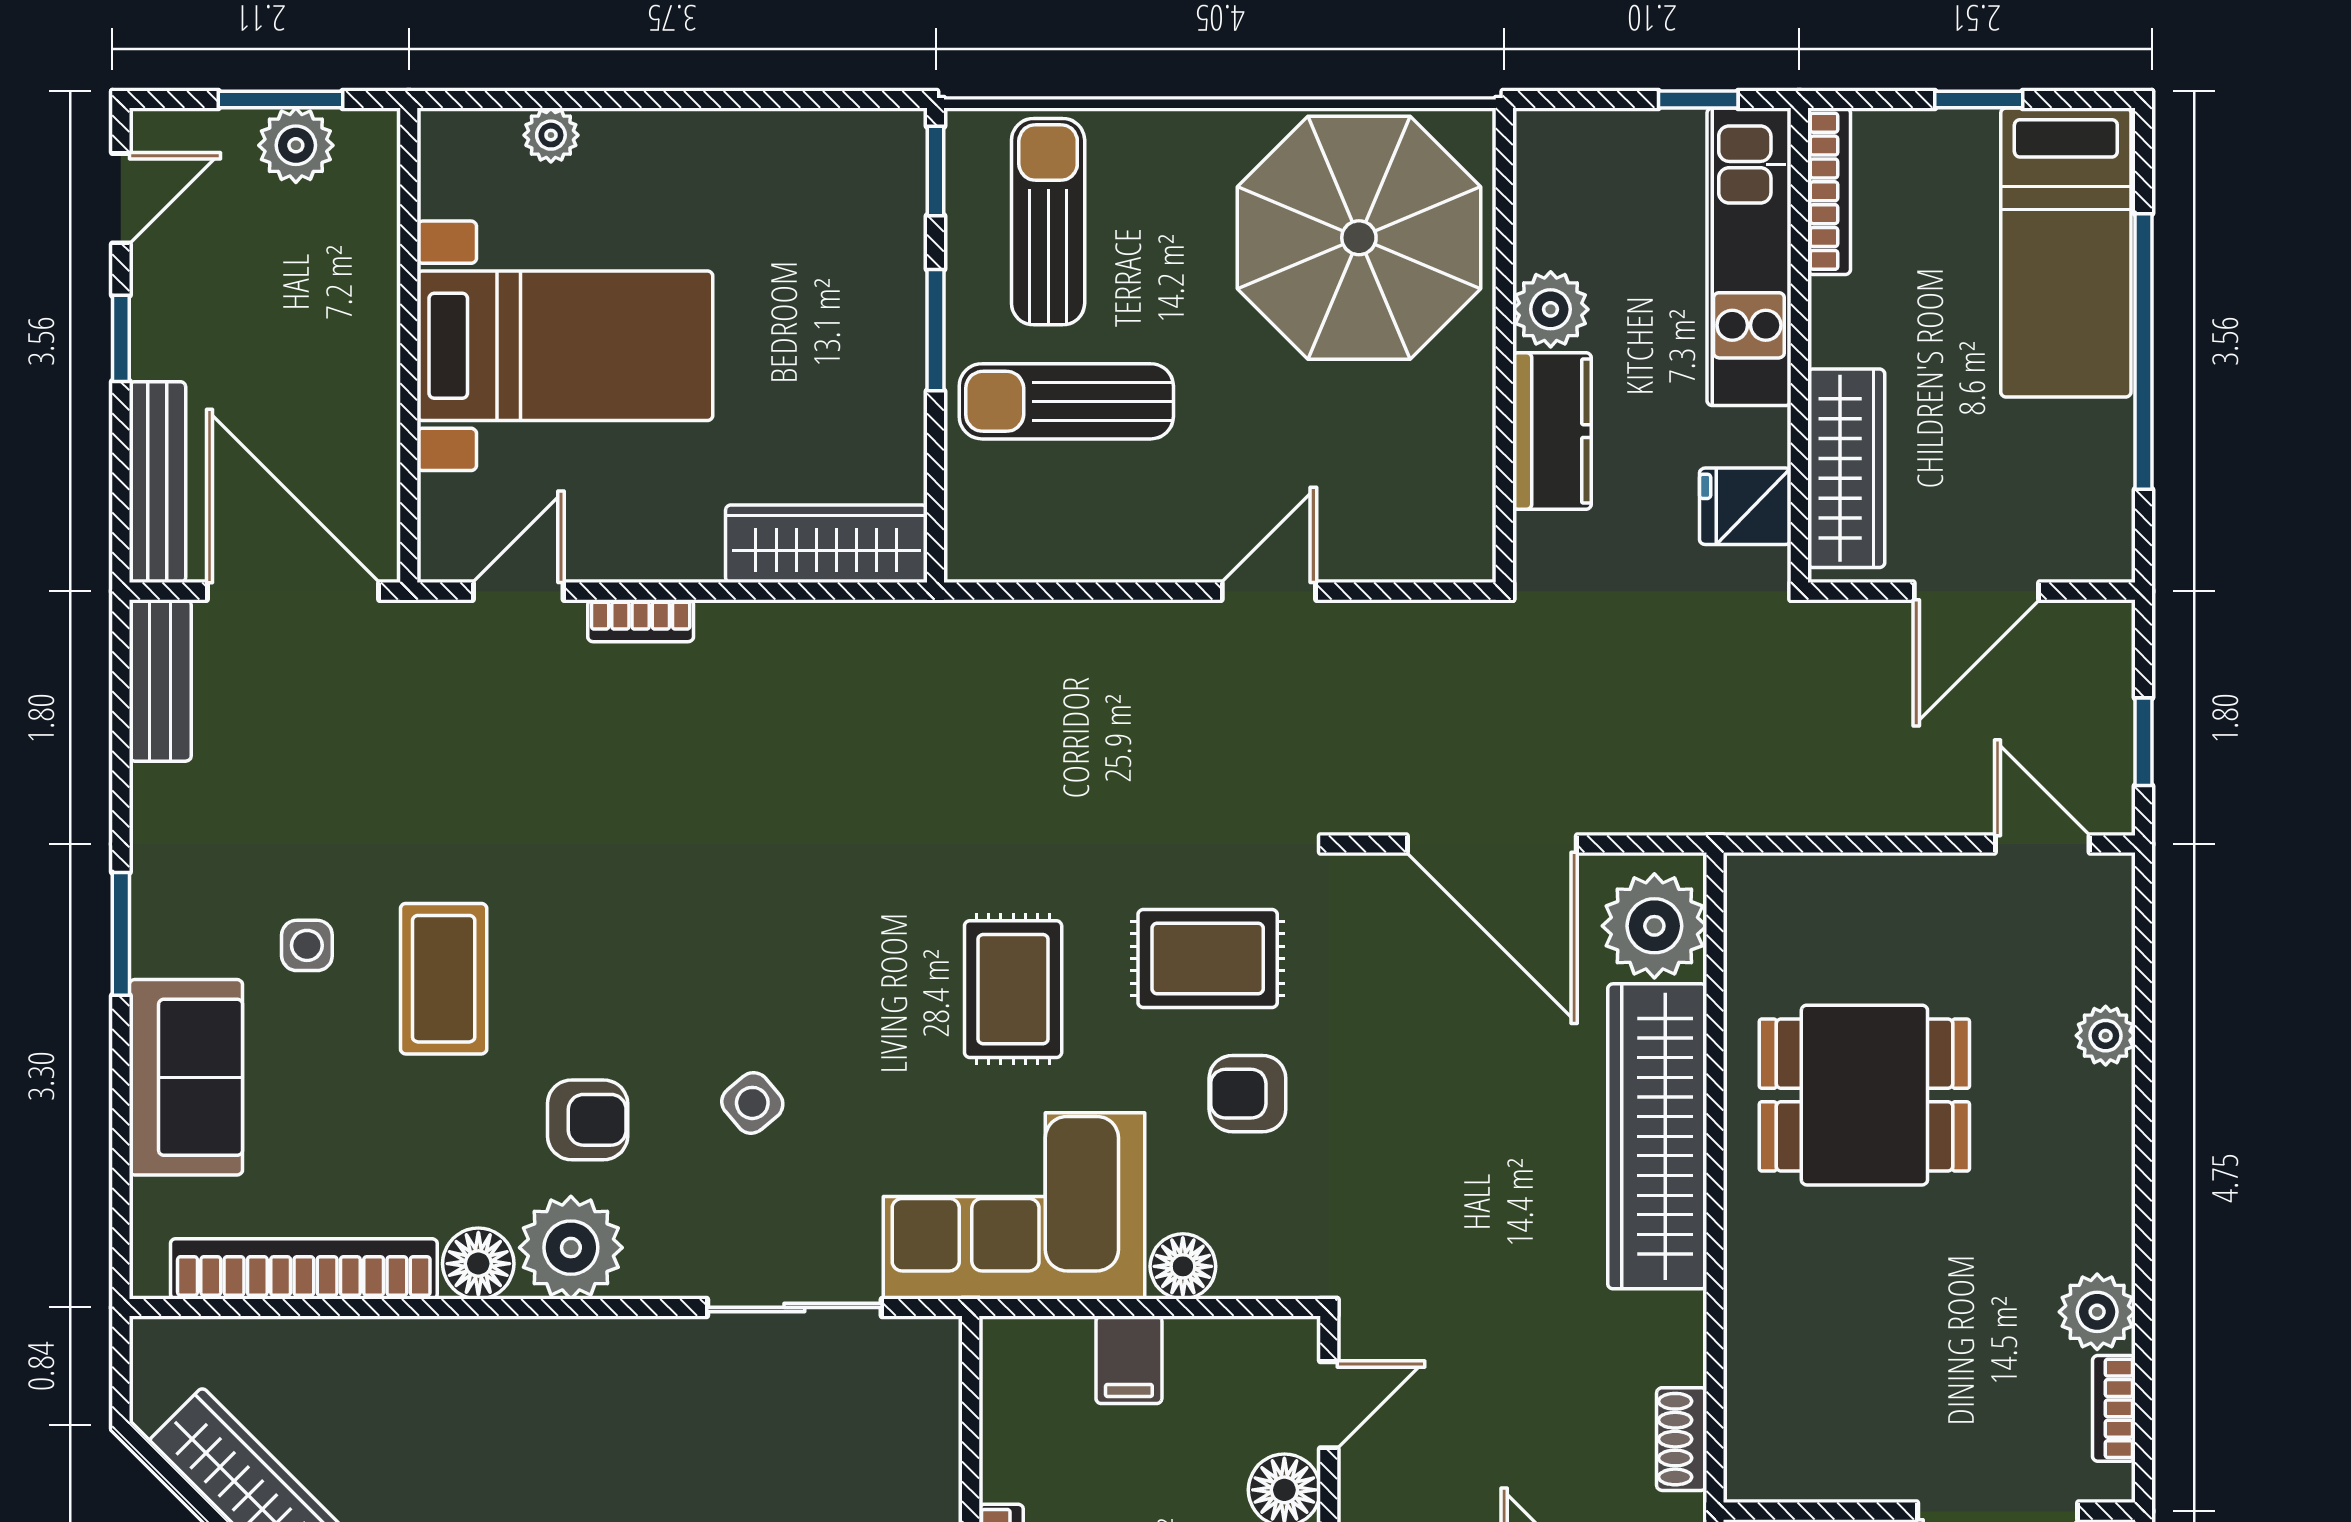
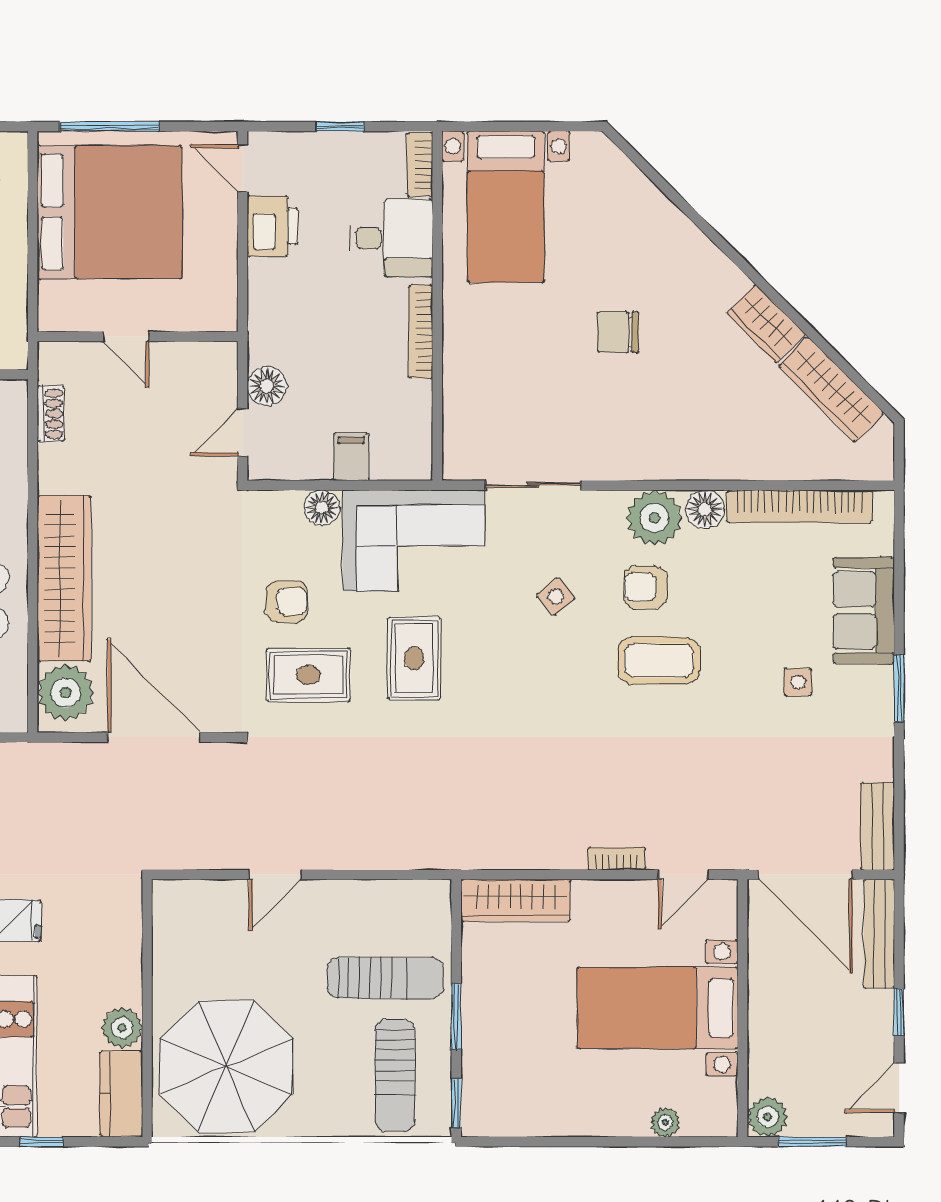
plant: (296, 145) -> (768, 1117), moved
kitchen counter: (1552, 431) -> (121, 1094), moved
coffee table: (444, 979) -> (659, 660), moved, turned 90

